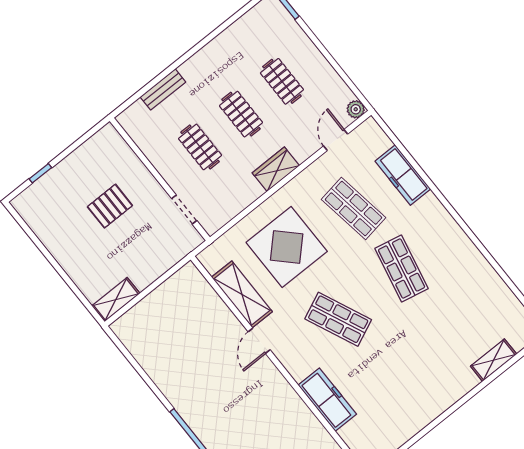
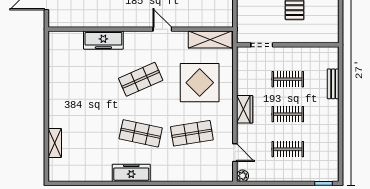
freezer: (403, 175) -> (131, 173), moved
shelving: (242, 294) -> (210, 40), moved

